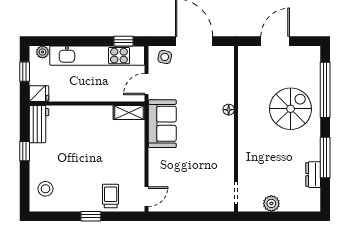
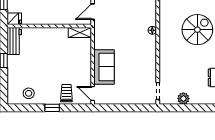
sofa: (162, 124) -> (104, 67), moved
stool: (45, 189) -> (29, 93), moved
door: (147, 197) -> (93, 94), swing flipped

